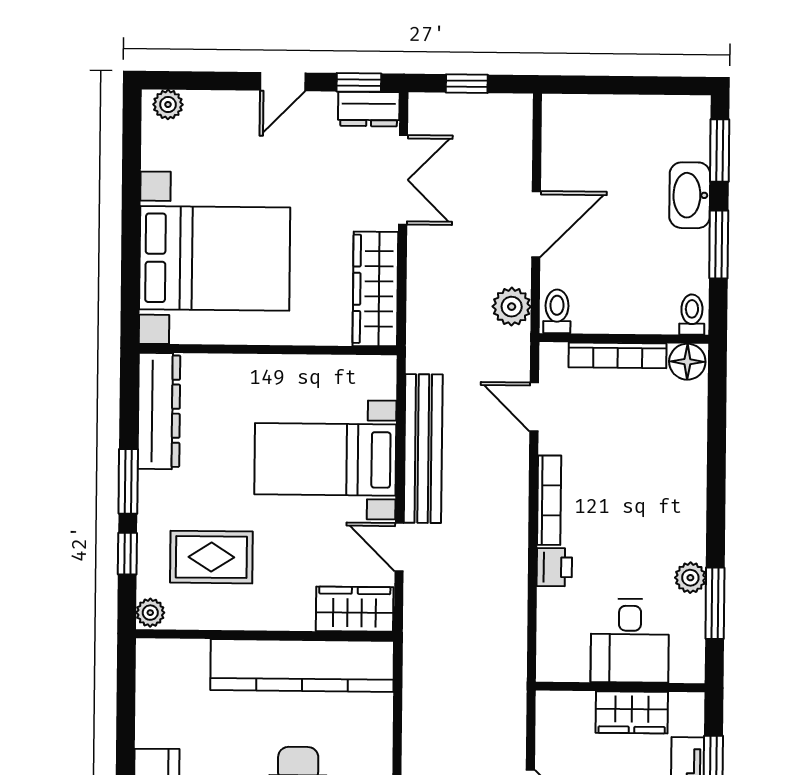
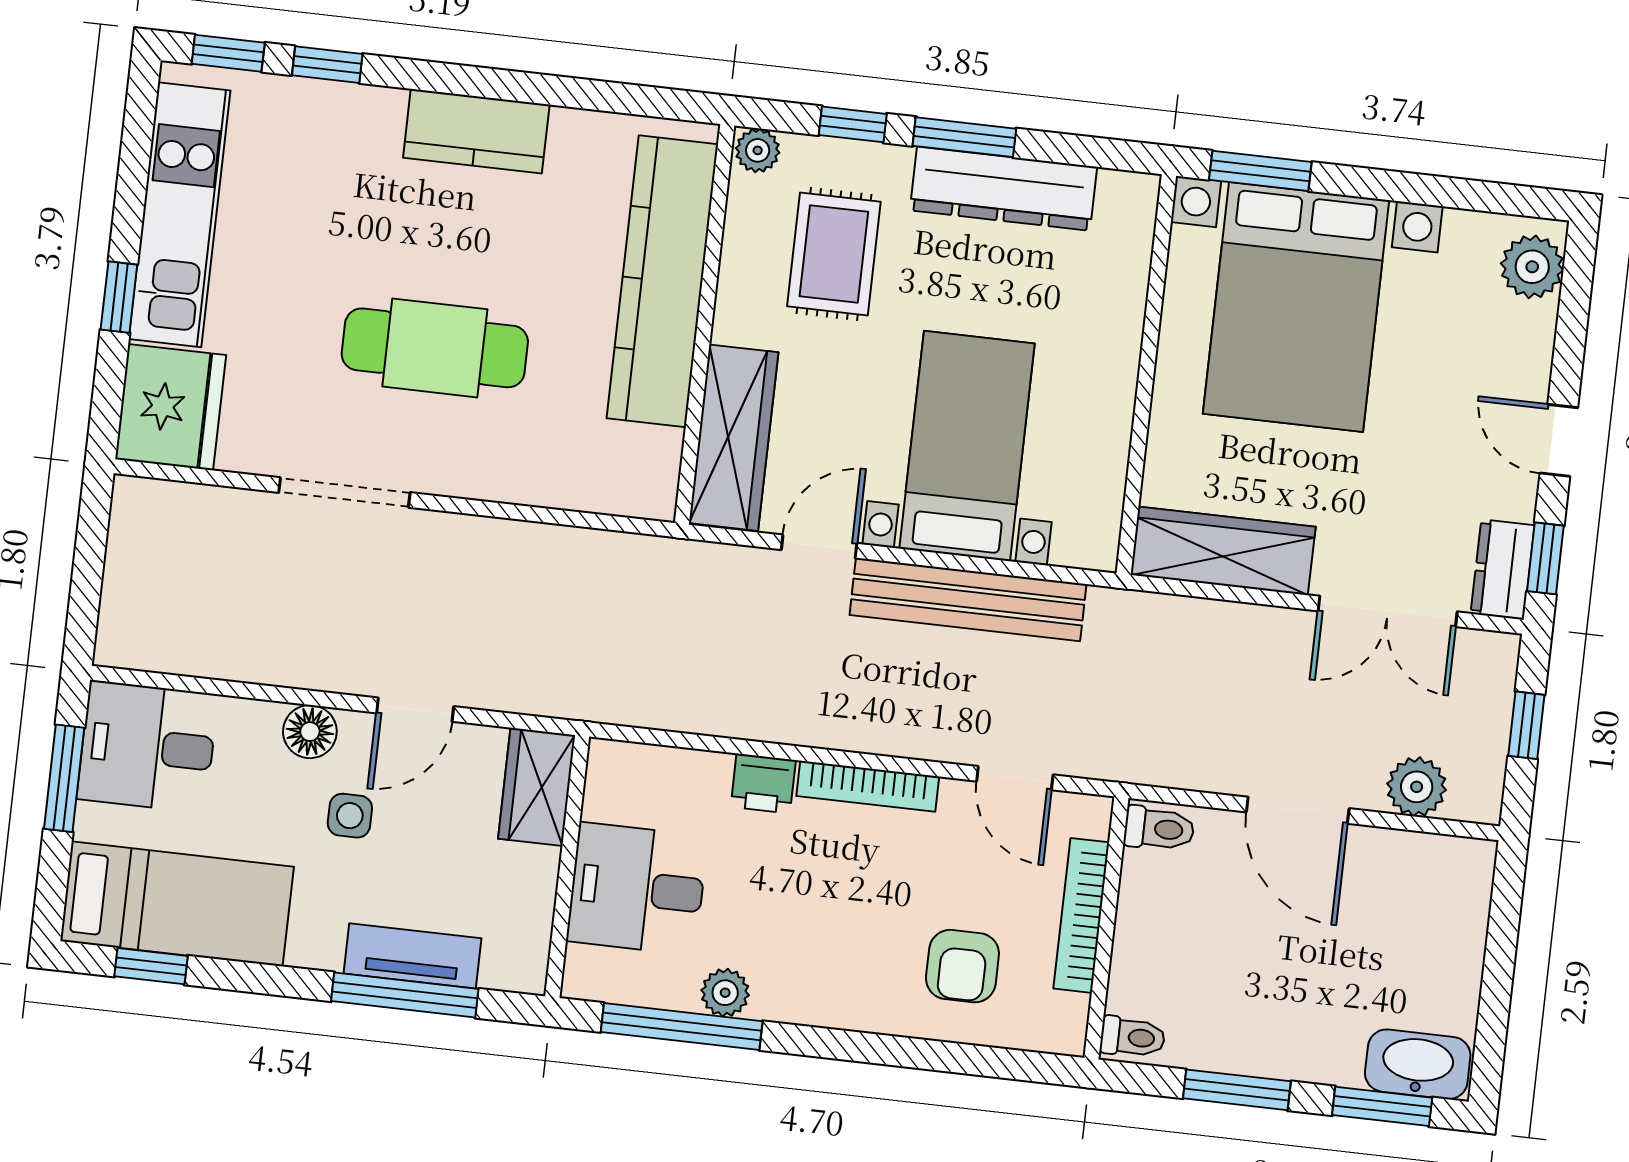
plant: (168, 105) -> (1532, 267), width x1.38, depth x1.38
washbasin: (690, 195) -> (1418, 1064), moved
window: (130, 290) -> (1260, 171), added
plant: (512, 307) -> (1417, 787), moved
floor lamp: (687, 362) -> (1060, 1023), removed
door: (534, 407) -> (1015, 778), swing flipped
dresser: (159, 411) -> (1003, 189), moved
armchair: (658, 428) -> (962, 966), added
window: (715, 603) -> (682, 1027), width x1.44
wardrobe: (355, 609) -> (734, 438), width x1.50
kitchen counter: (302, 665) -> (662, 281), moved
wardrobe: (632, 712) -> (537, 787), moved

